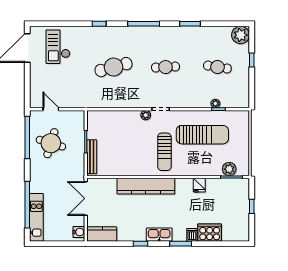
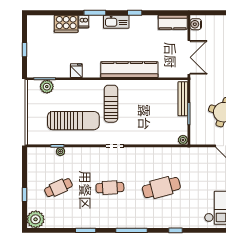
cafe table: (217, 67) -> (58, 188), turned -33
plant: (146, 115) -> (183, 140), moved
sun lounger: (202, 135) -> (73, 121), turned 180

